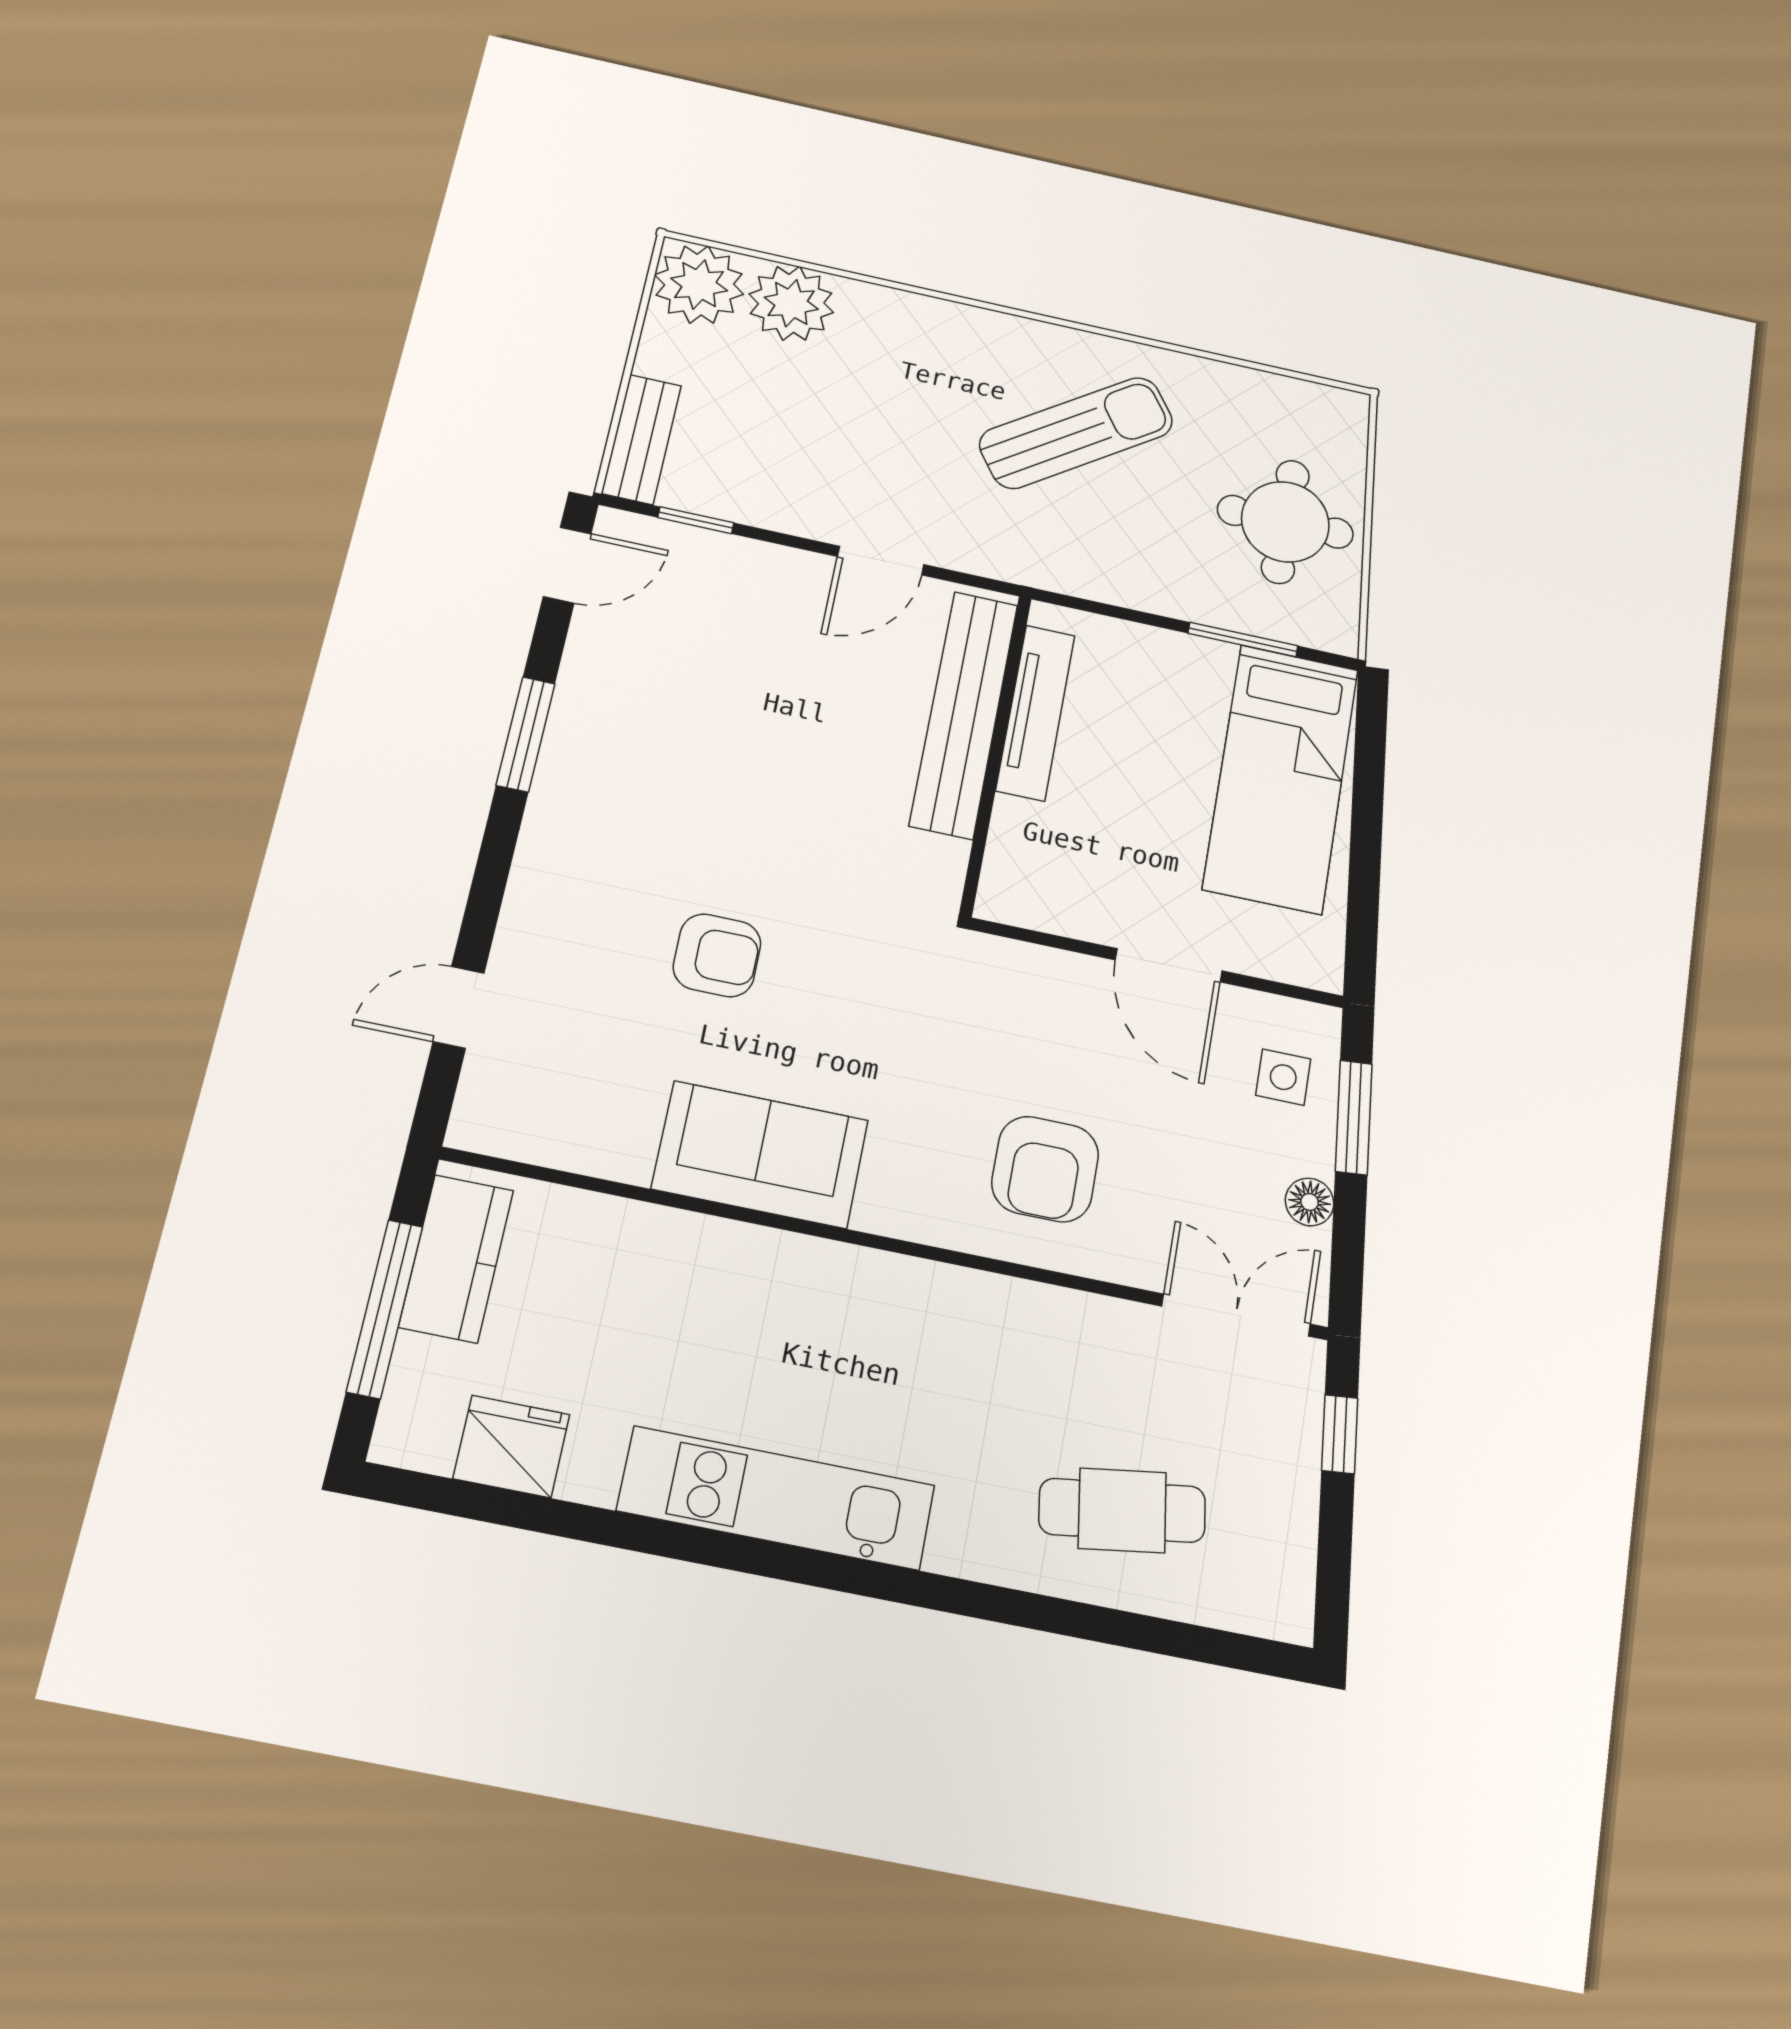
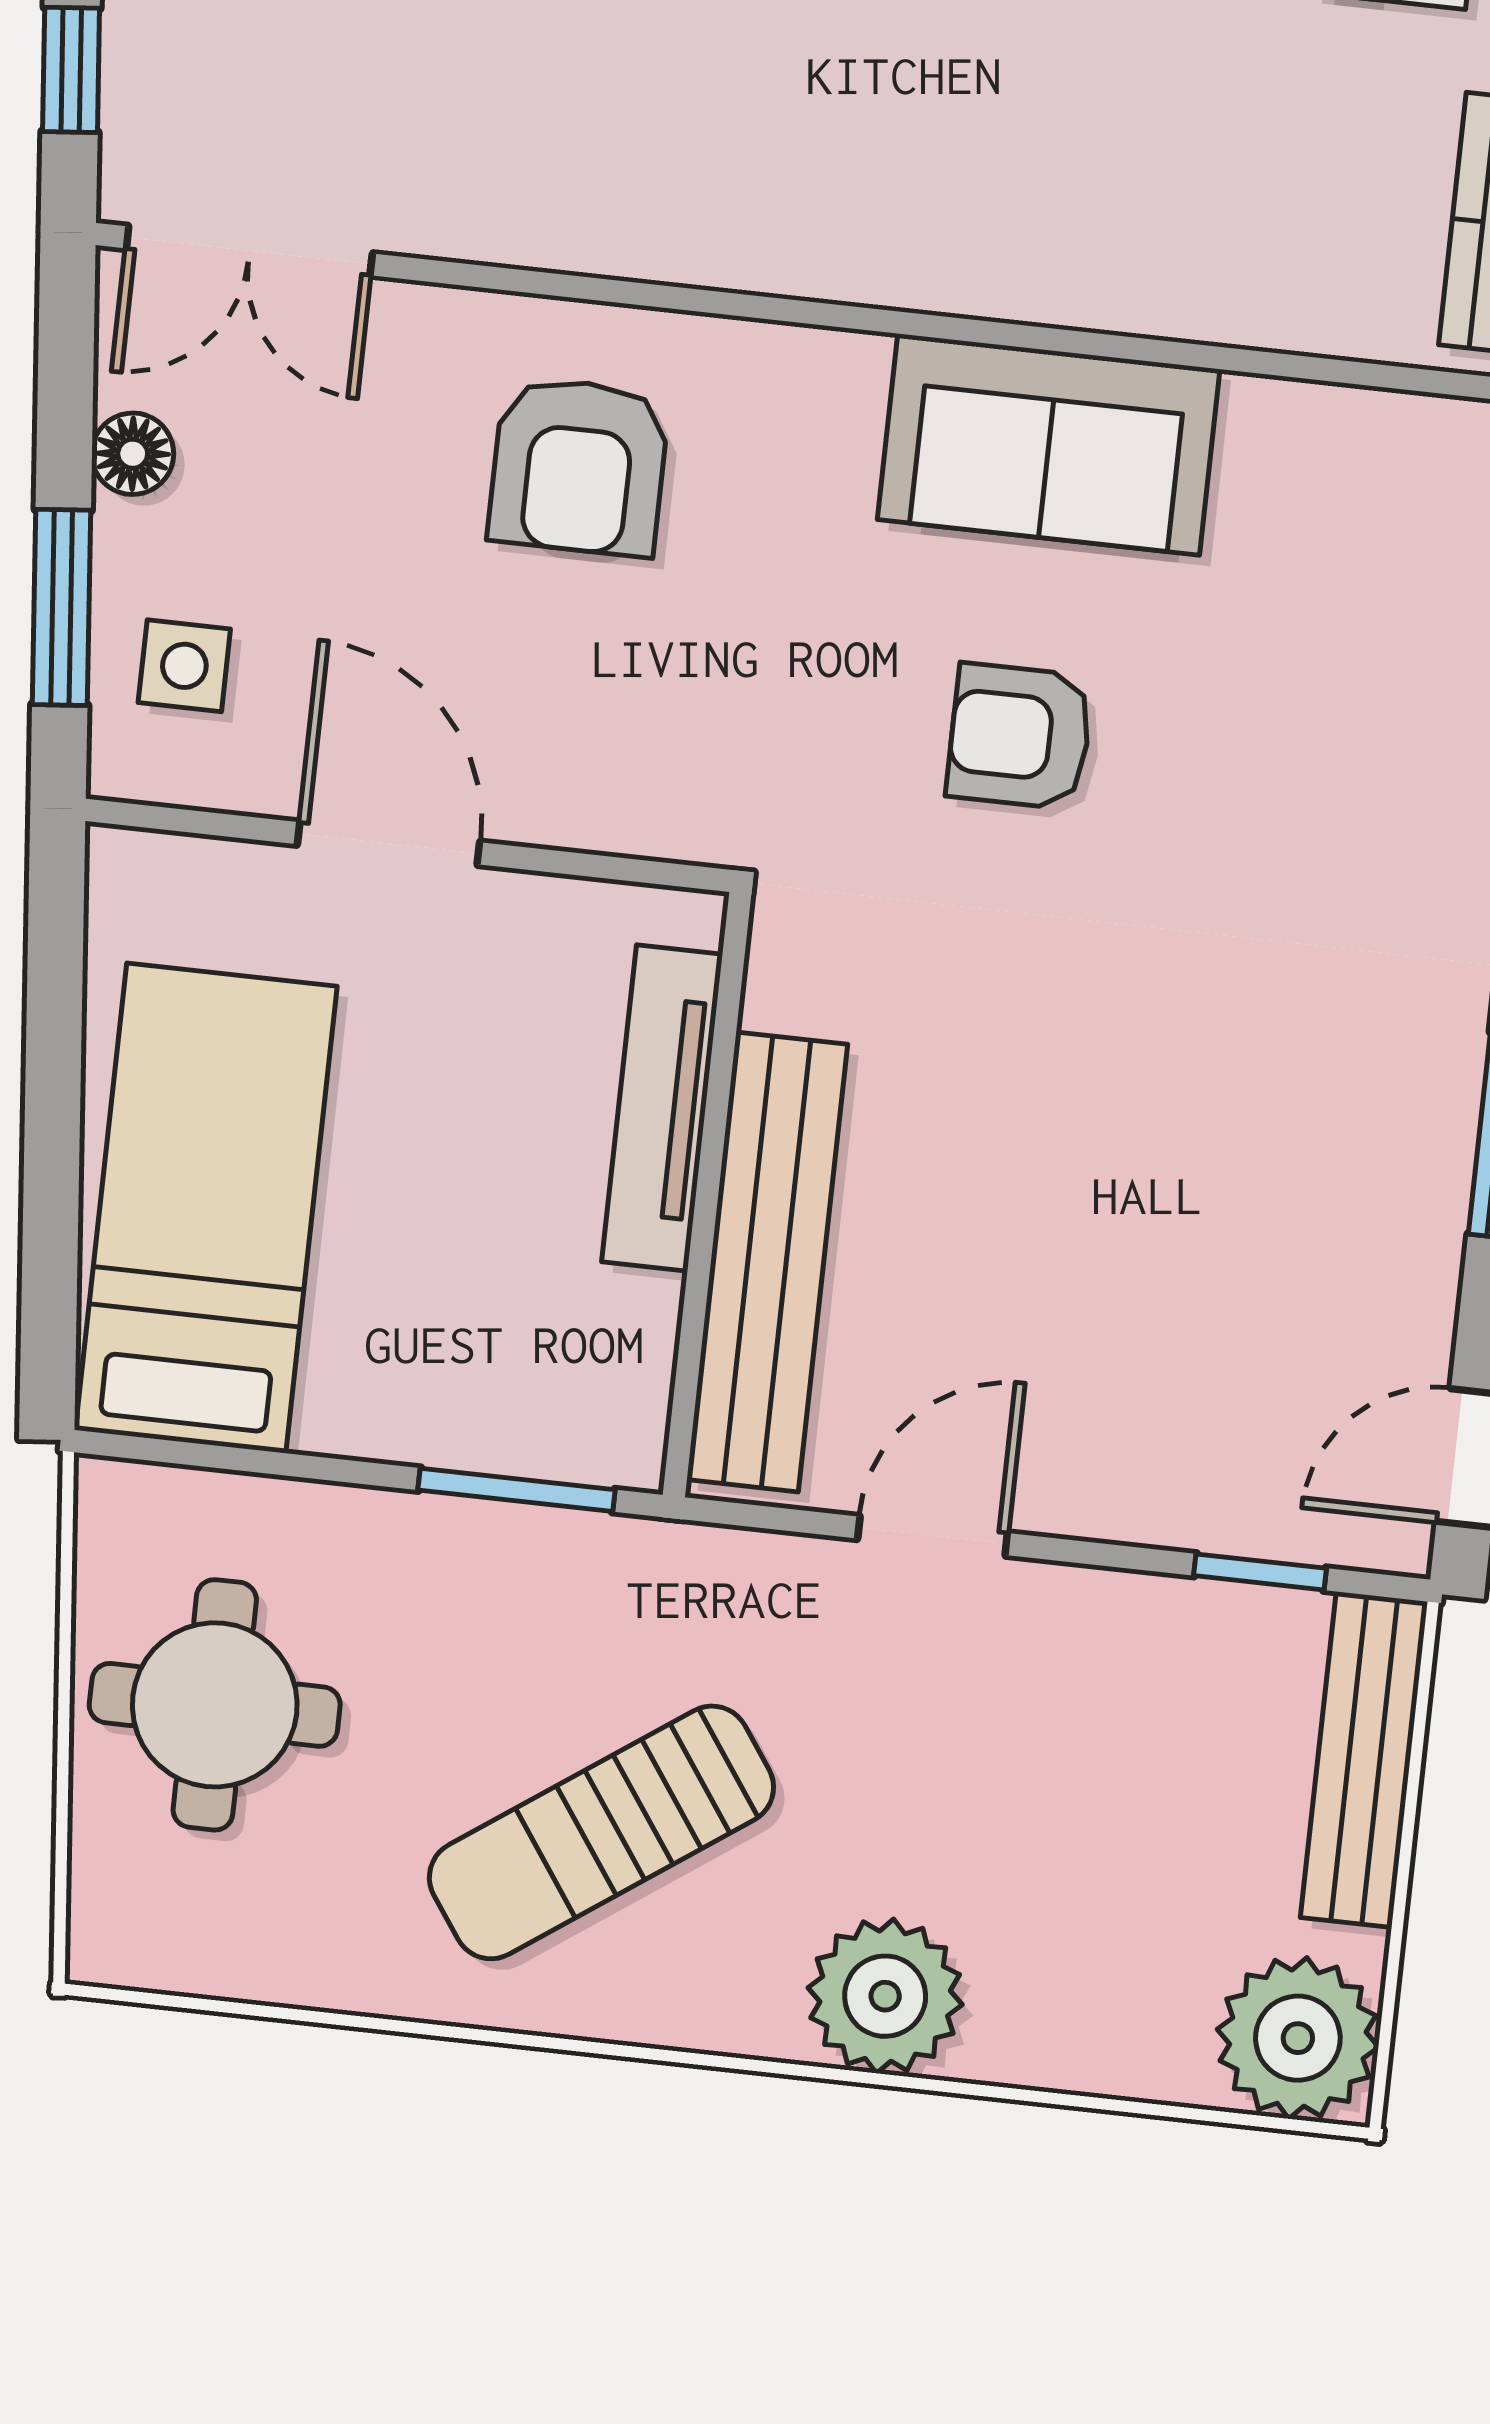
plant: (791, 303) -> (885, 1996), moved
bench: (641, 439) -> (1364, 1760), width x1.36
window: (1243, 640) -> (516, 1490), moved
tv unit: (1035, 713) -> (662, 1108), moved
armchair: (717, 955) -> (1020, 736), moved
armchair: (1045, 1169) -> (579, 466), turned 180

